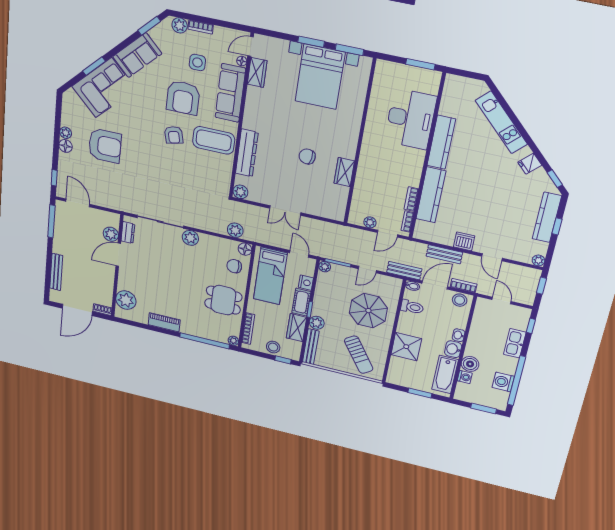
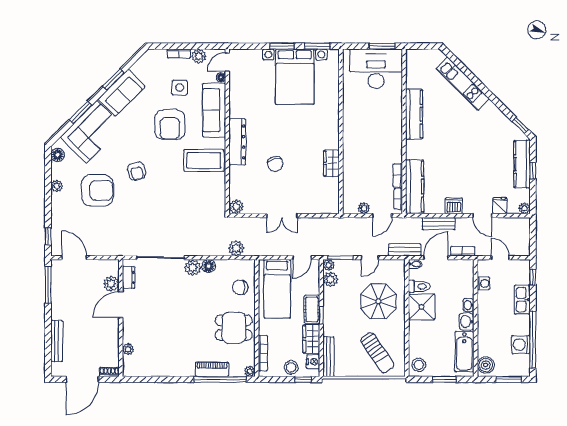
plant: (180, 25) -> (199, 56), moved
window: (149, 26) -> (114, 79), moved
wardrobe: (257, 72) -> (237, 85), removed
desk: (410, 119) -> (376, 69), moved, turned -90
armchair: (174, 135) -> (137, 171), moved
floor lamp: (66, 146) -> (58, 155), moved
dresser: (247, 153) -> (237, 142), moved
chair: (307, 156) -> (275, 164), moved, turned -114
fridge: (530, 164) -> (500, 206), moved, turned 135
kitchen counter: (431, 195) -> (415, 187), moved
floor lamp: (245, 249) -> (209, 266), moved
door: (299, 254) -> (302, 258), swing flipped
nightstand: (306, 283) -> (313, 362), moved
window: (541, 286) -> (533, 233), removed
plant: (126, 300) -> (128, 349), width x0.53, depth x0.53
stool: (460, 300) -> (419, 365), moved
piano: (164, 322) -> (212, 369), moved
plant: (317, 323) -> (330, 279), moved
shower: (406, 347) -> (422, 307), moved
boiler: (470, 364) -> (486, 365), moved
washing machine: (465, 377) -> (484, 283), moved

